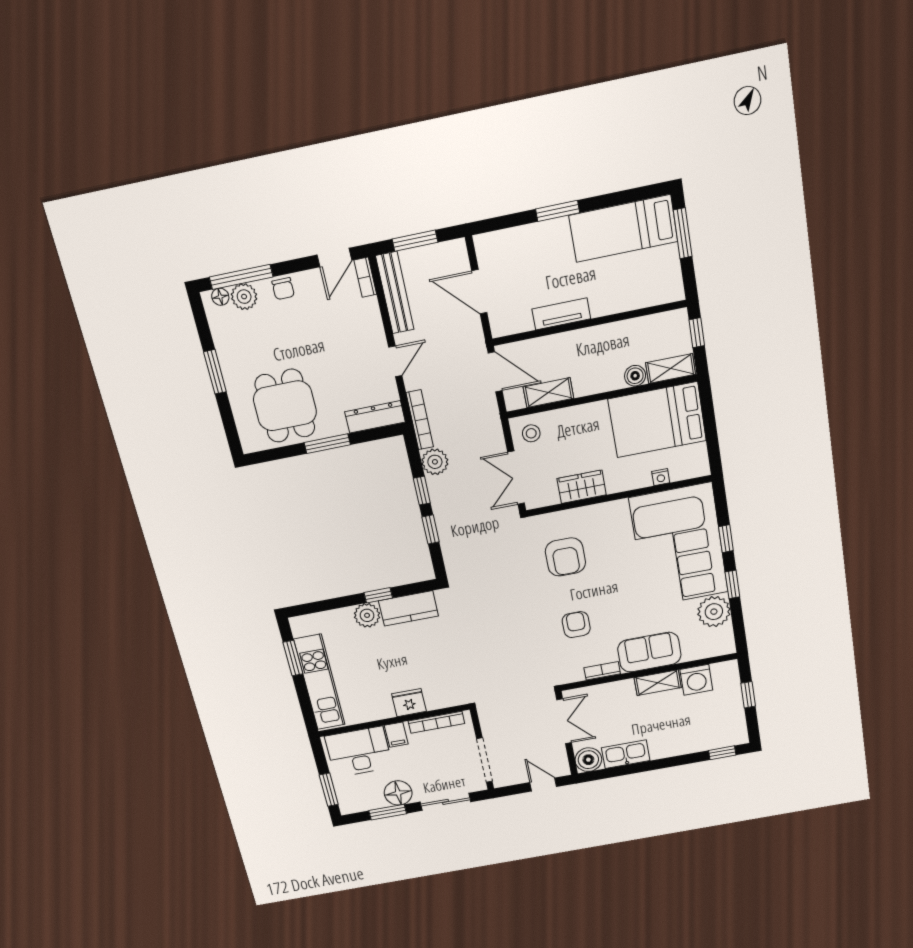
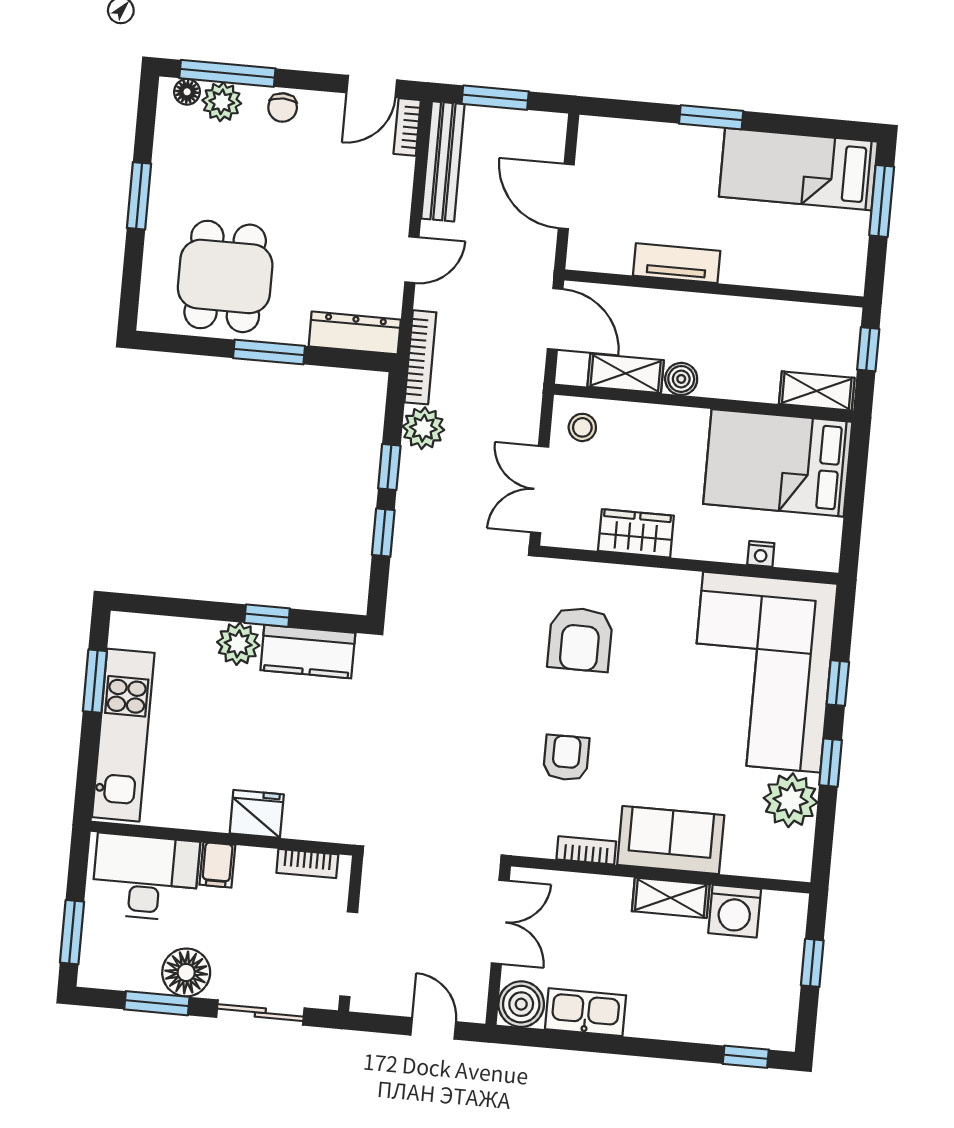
boiler: (635, 376) -> (681, 379), moved
bookcase: (436, 722) -> (307, 864), width x0.64

